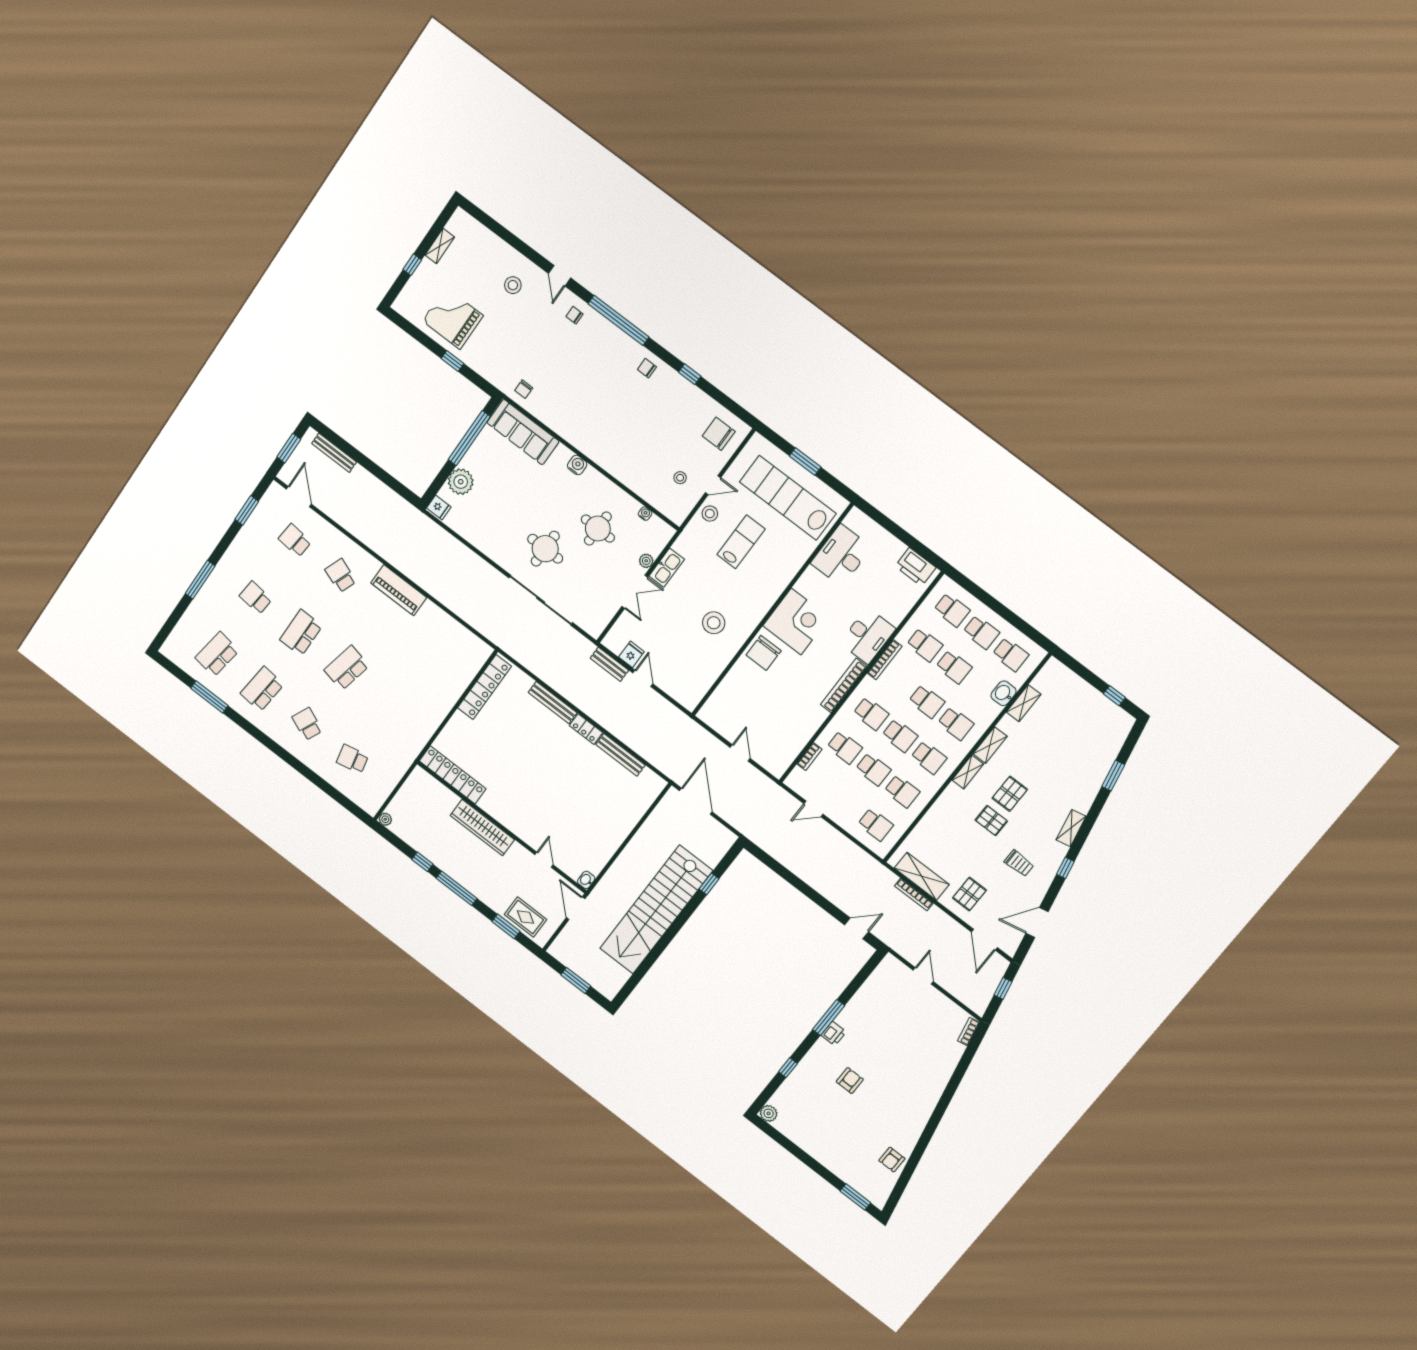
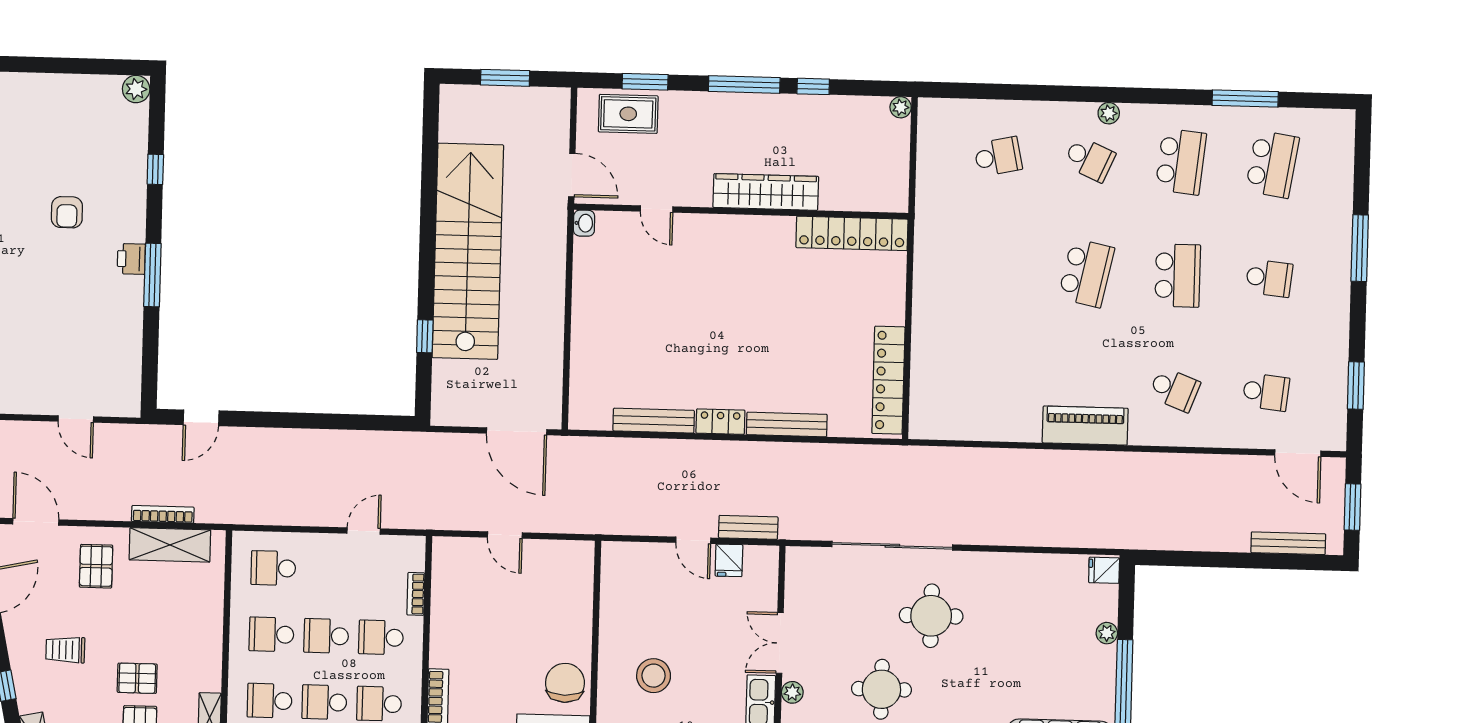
plant: (461, 482) -> (1107, 633), width x0.53, depth x0.53
plant: (283, 740) -> (1109, 113), added

